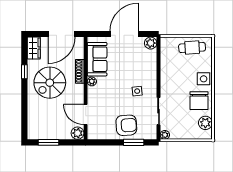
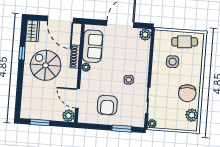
door: (62, 34) -> (60, 20), hinge flipped
side table: (204, 79) -> (173, 62), moved
spiral stairs: (50, 83) -> (46, 65), turned 90
armchair: (126, 125) -> (107, 105), moved, turned 94

